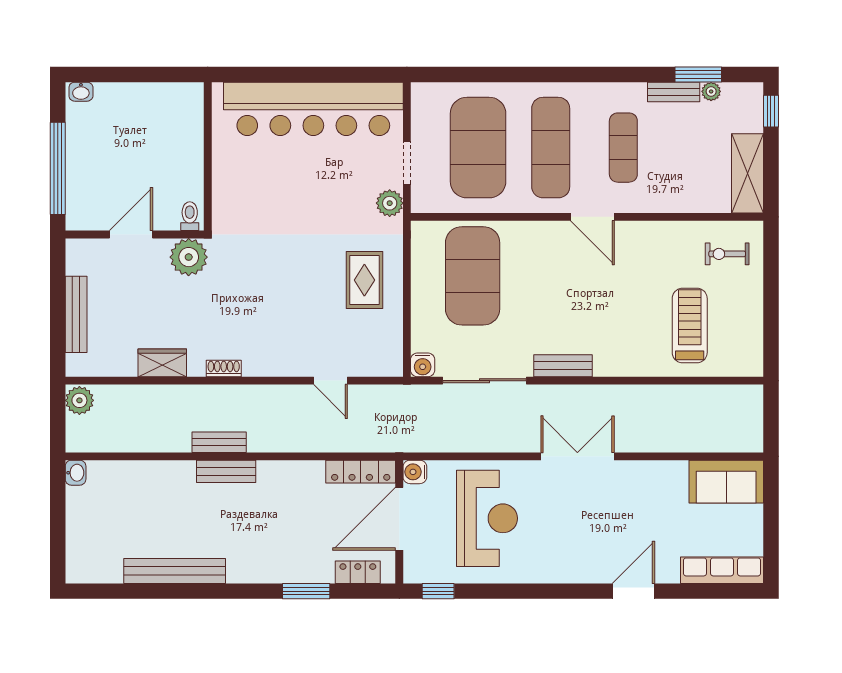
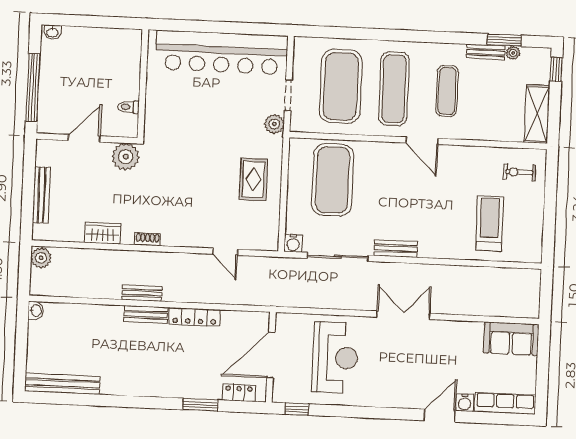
toilet: (190, 216) -> (128, 107), moved, turned -90
locker: (361, 472) -> (194, 317), moved
water cooler: (415, 472) -> (465, 403), moved, turned -90
bench: (175, 571) -> (62, 384), moved

